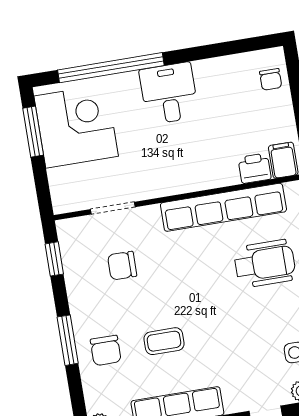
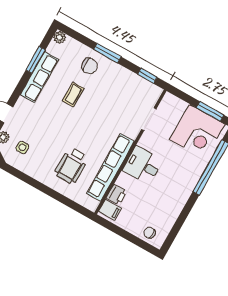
desk: (169, 93) -> (143, 165), moved, turned 180
chair: (122, 266) -> (121, 103), removed
chair: (106, 350) -> (90, 66), turned 180

